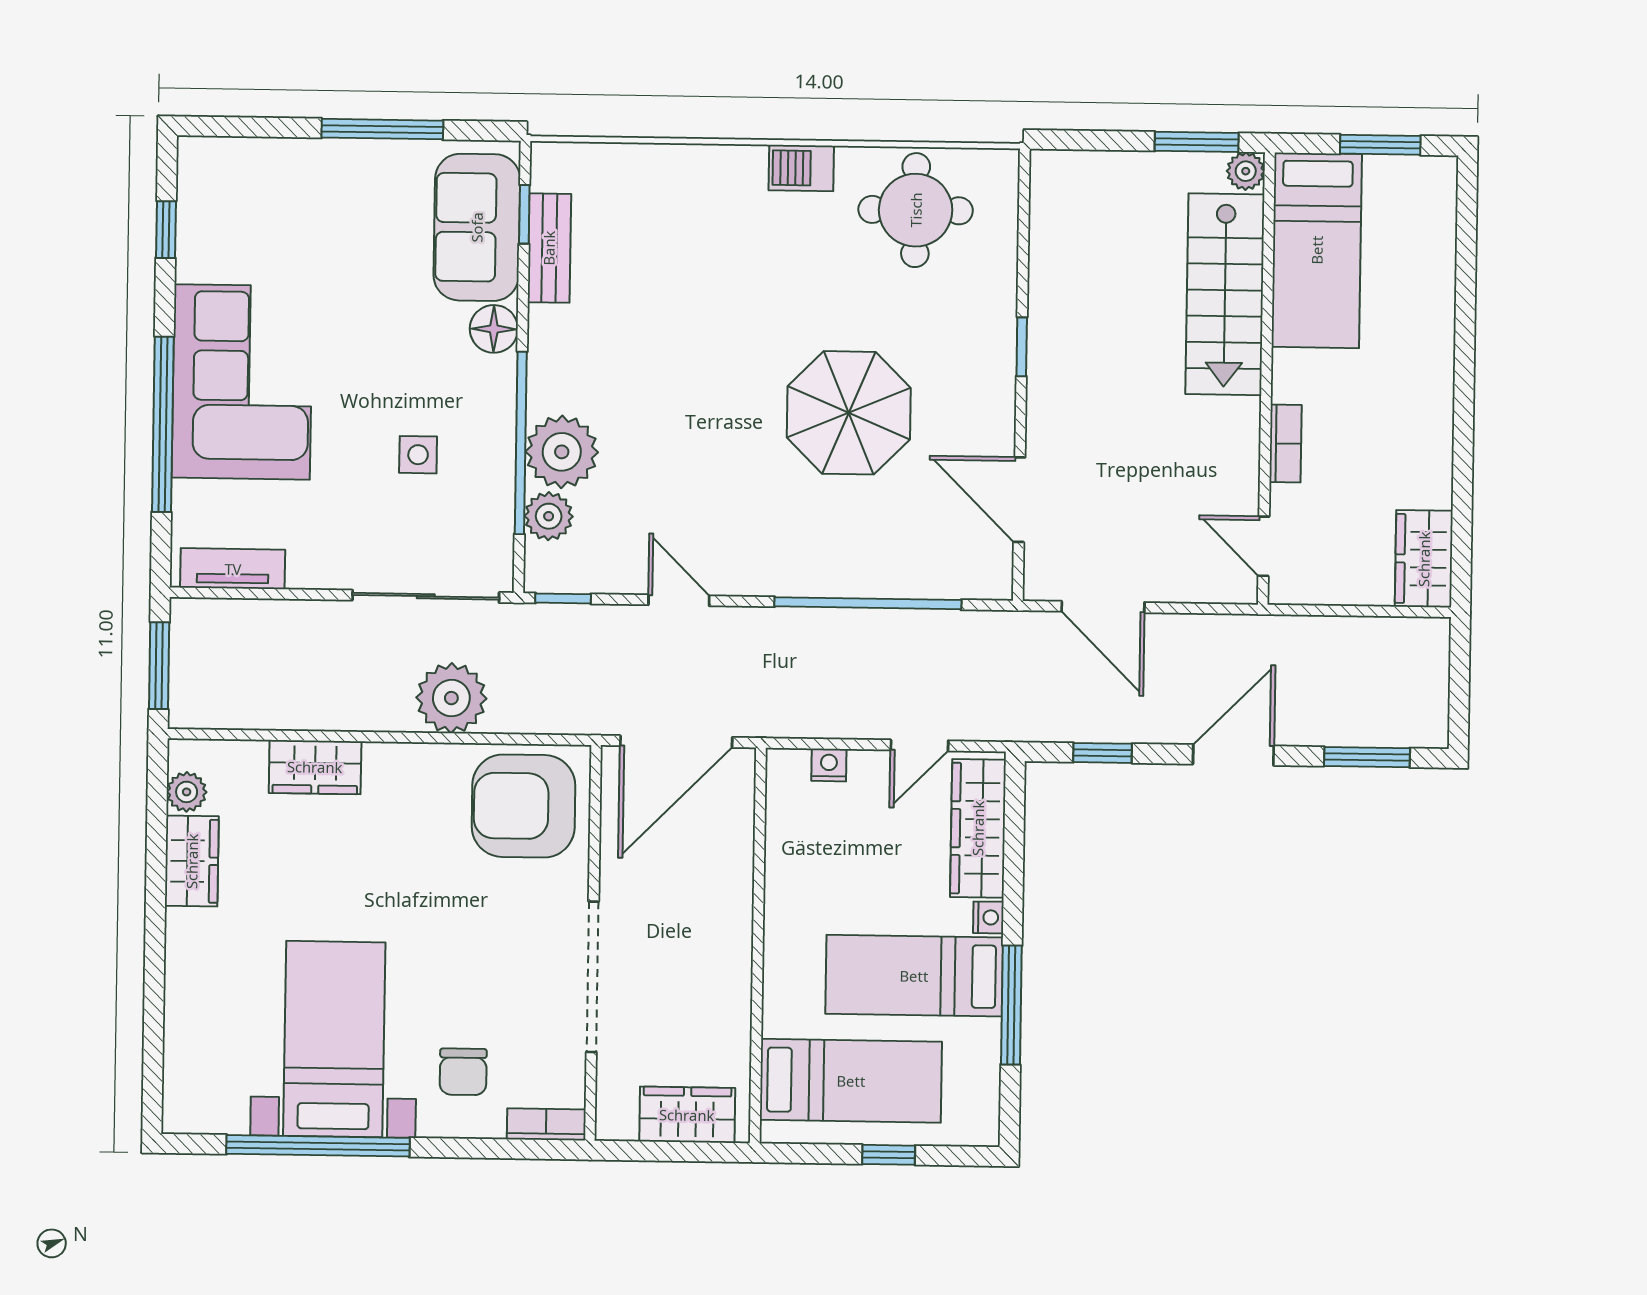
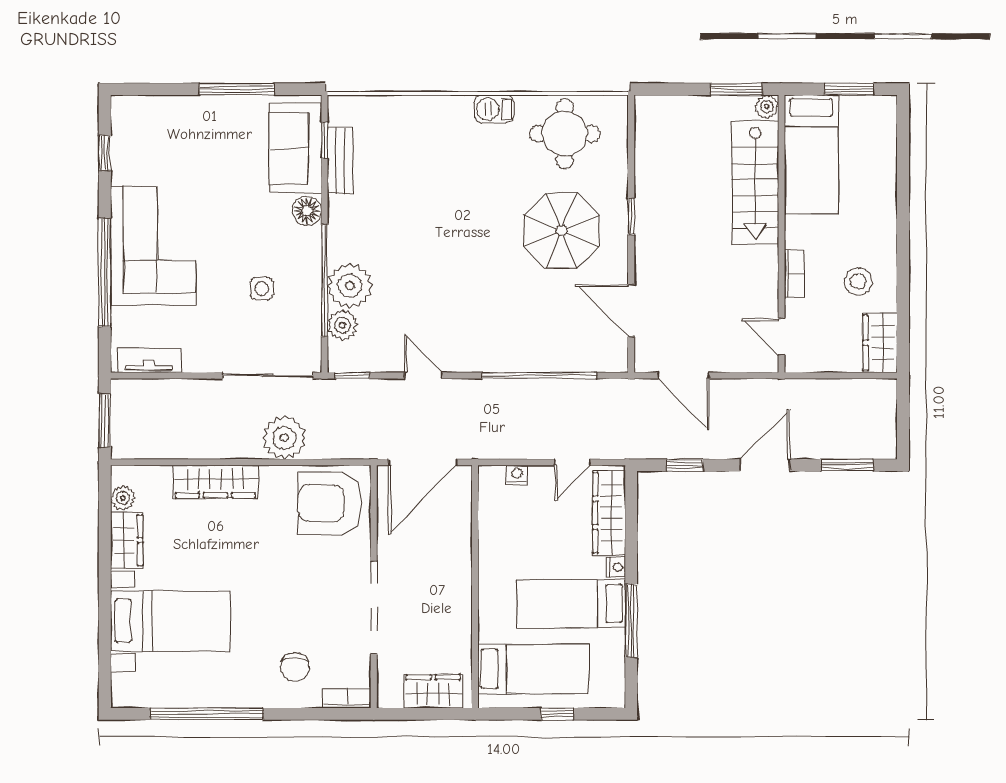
parasol: (849, 413) -> (561, 231), moved
stool: (1390, 458) -> (858, 281), added
wardrobe: (315, 767) -> (215, 481), width x1.50
bed with nightstands: (334, 1039) -> (170, 621), moved, turned 90

